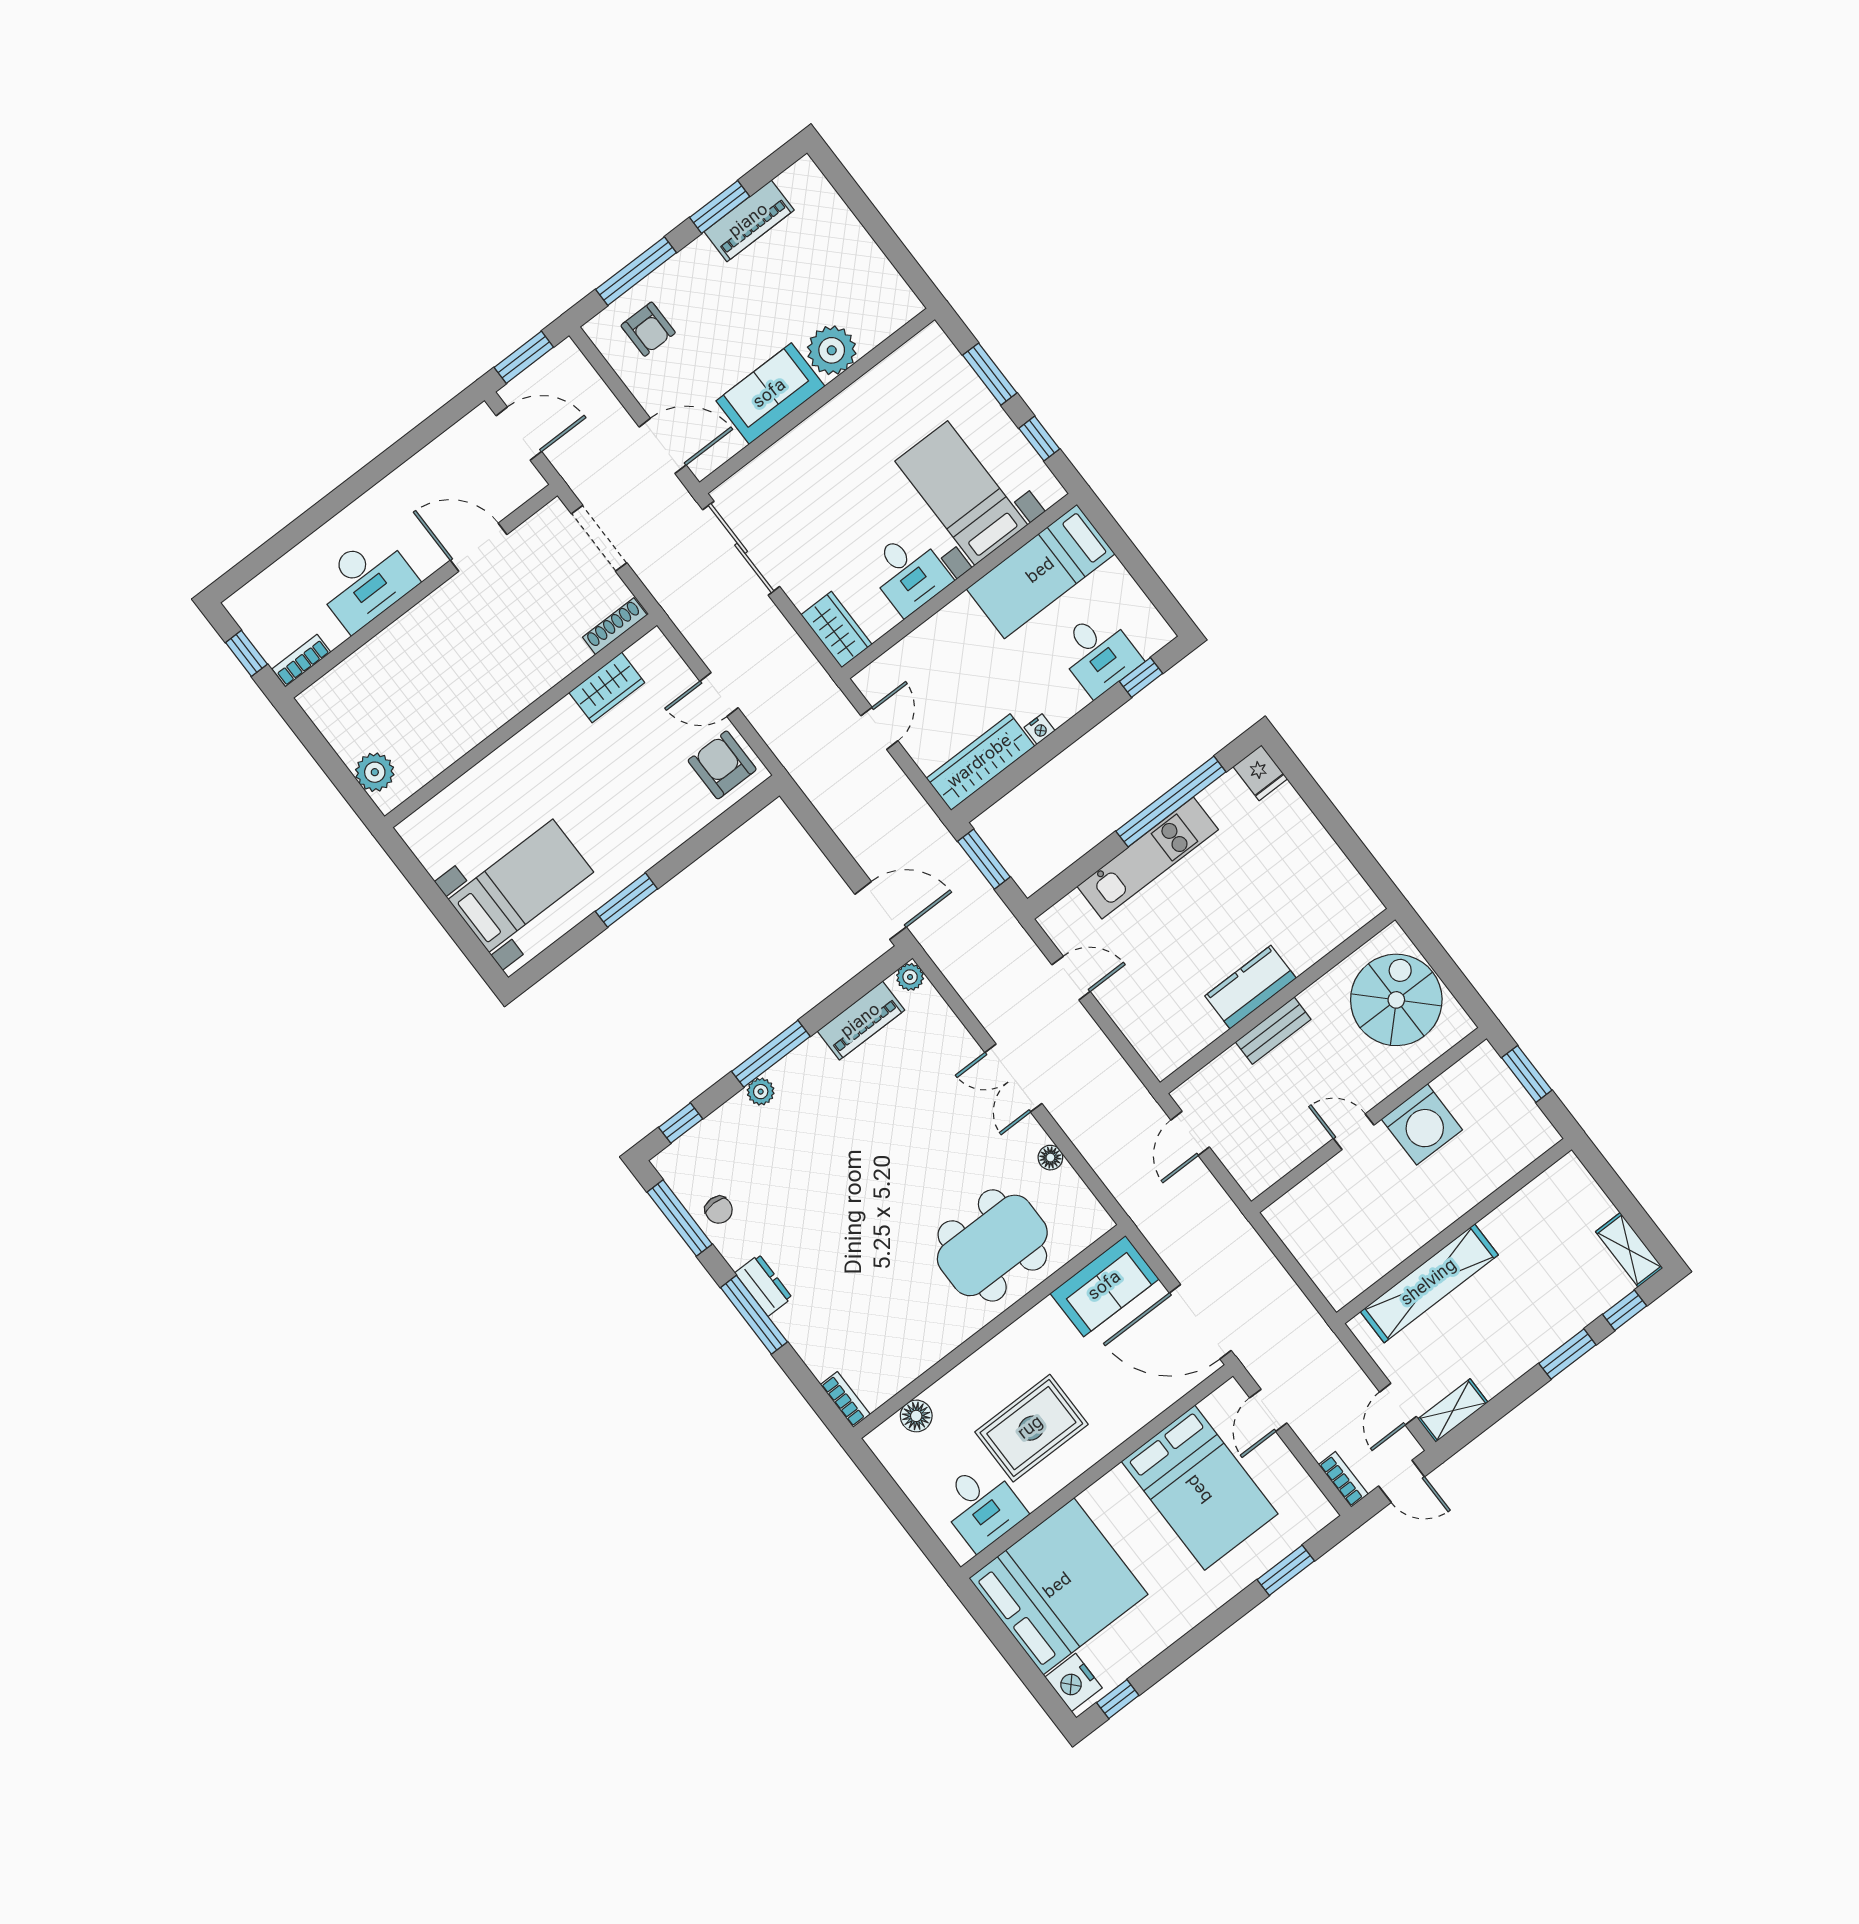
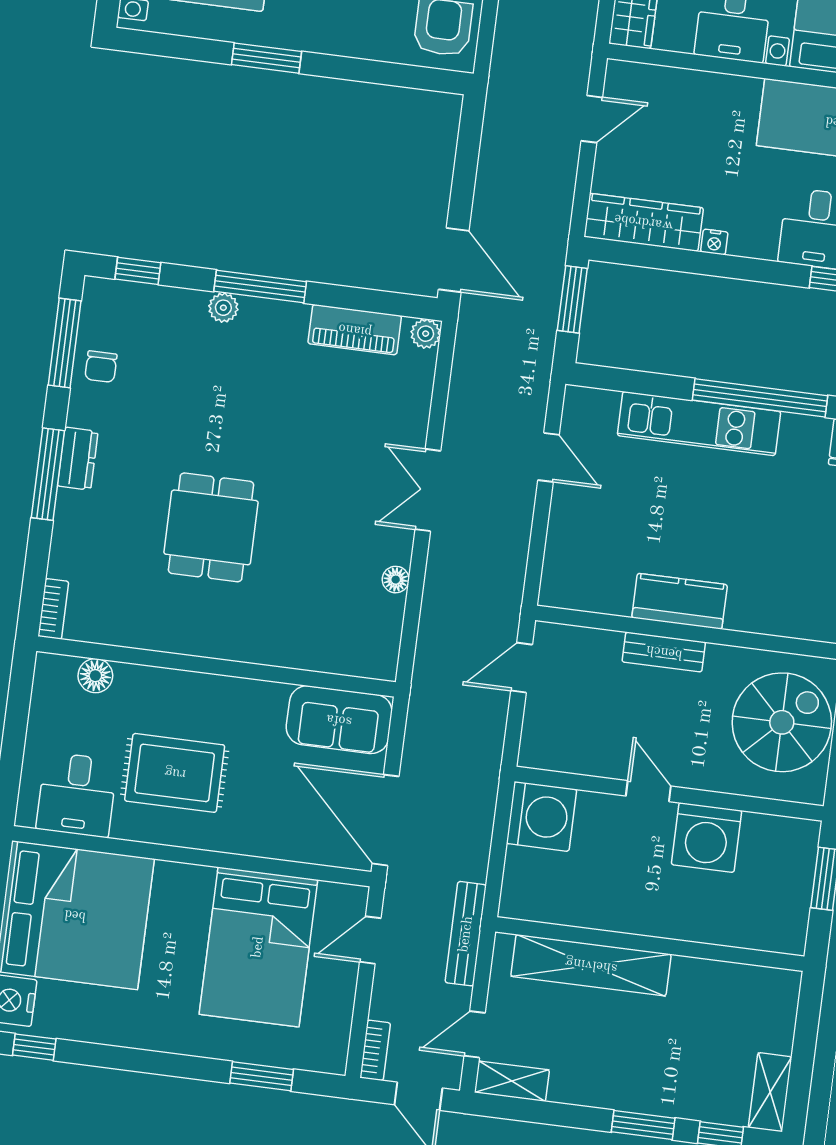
washing machine: (1300, 1218) -> (542, 816), added
dining table: (992, 1245) -> (211, 527), moved, width x0.73
bench: (1327, 1344) -> (466, 934), added

